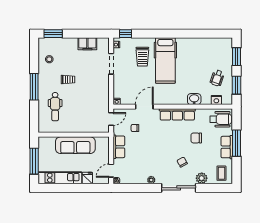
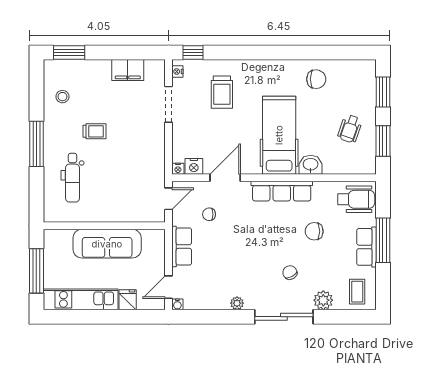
chair: (197, 49) -> (316, 79), added
hospital bed: (165, 60) -> (279, 135), moved, turned 180
nightstand: (216, 100) -> (194, 166), moved

